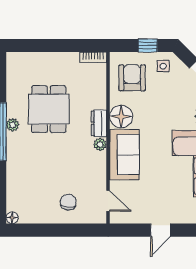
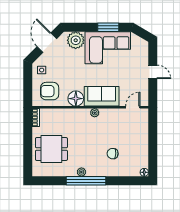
window: (148, 45) -> (28, 81), removed
dining table: (49, 109) -> (51, 149), moved
dresser: (99, 123) -> (80, 114), removed
chair: (68, 202) -> (113, 154), moved

